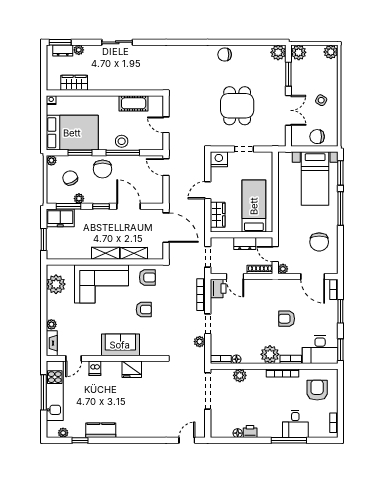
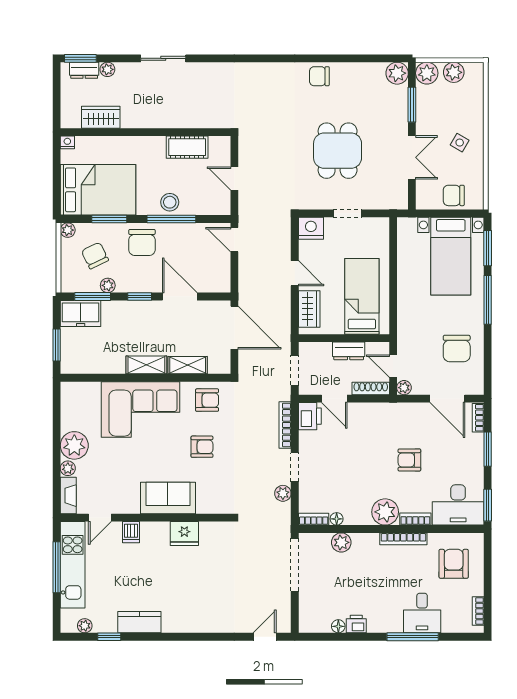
plant: (331, 52) -> (454, 72), moved
door: (208, 190) -> (295, 273), swing flipped
plant: (56, 284) -> (74, 445), moved

